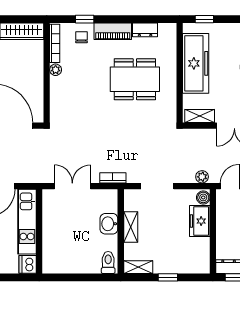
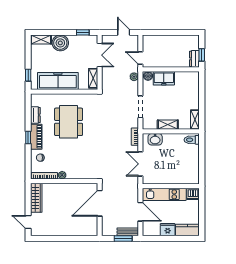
window: (85, 19) -> (28, 138), moved
washbasin: (109, 224) -> (155, 139), moved
window: (168, 277) -> (202, 100), removed

